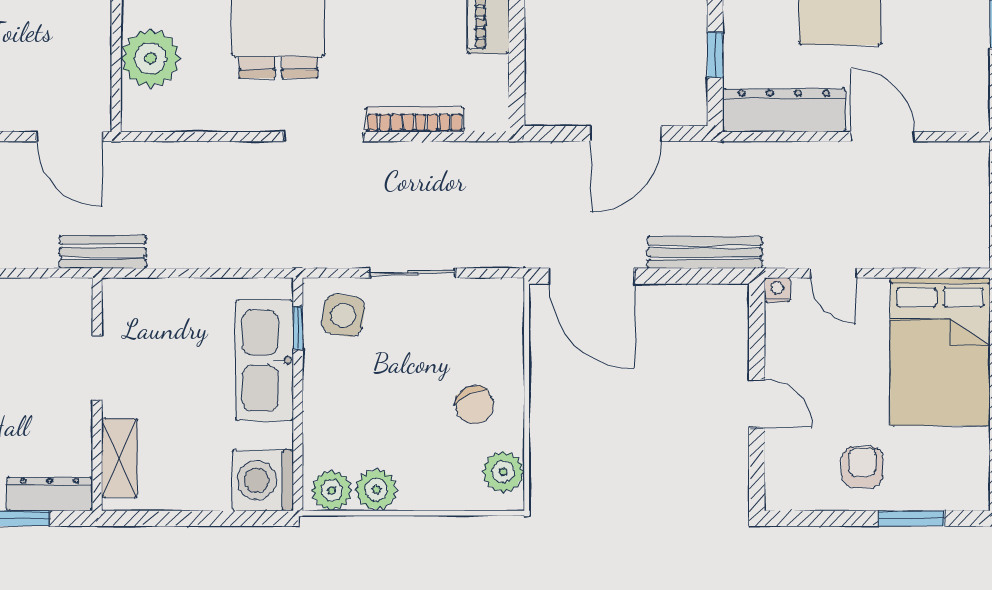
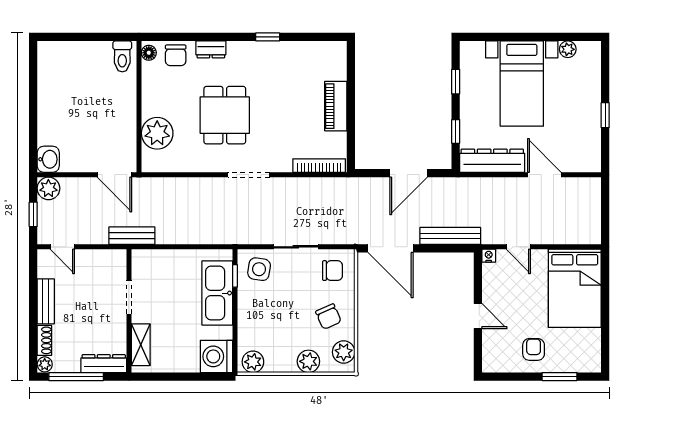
bookcase: (414, 119) -> (319, 166), moved
chair: (482, 318) -> (332, 271), added
plant: (376, 490) -> (308, 361), moved

